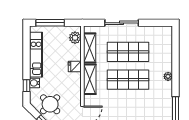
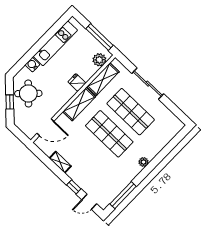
window: (50, 23) -> (99, 37), moved
window: (27, 86) -> (24, 61), removed

